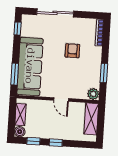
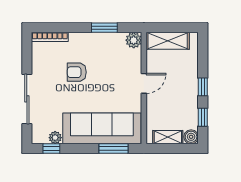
plant: (25, 32) -> (55, 138), added

